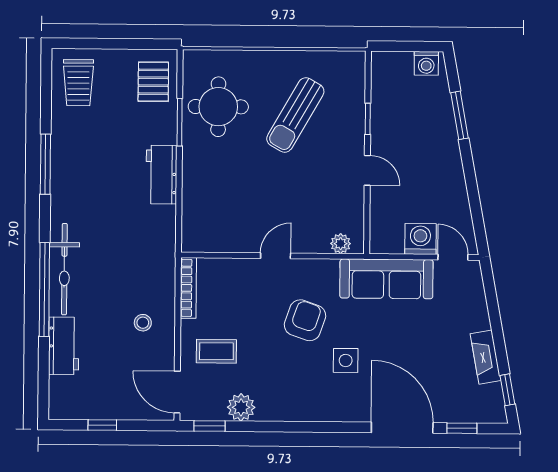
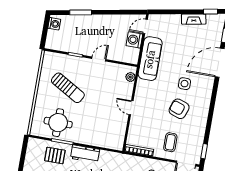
pallet: (153, 82) -> (55, 155), moved
armchair: (305, 320) -> (179, 109), moved
plant: (241, 407) -> (198, 135), removed

